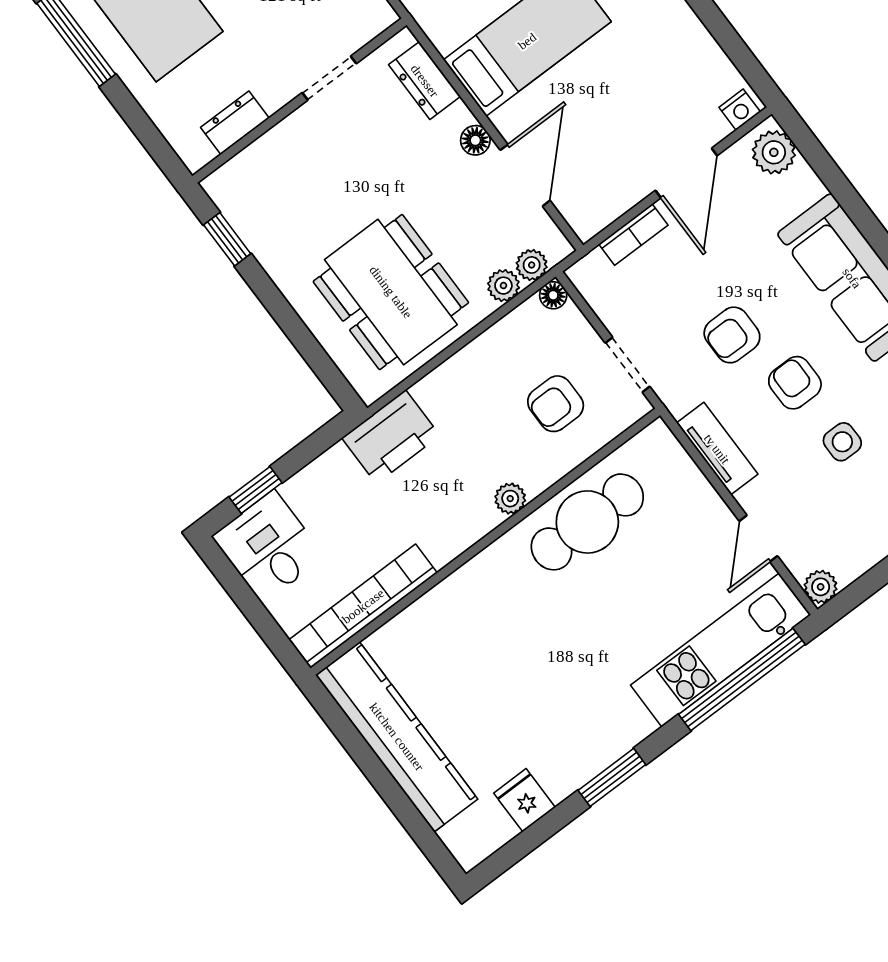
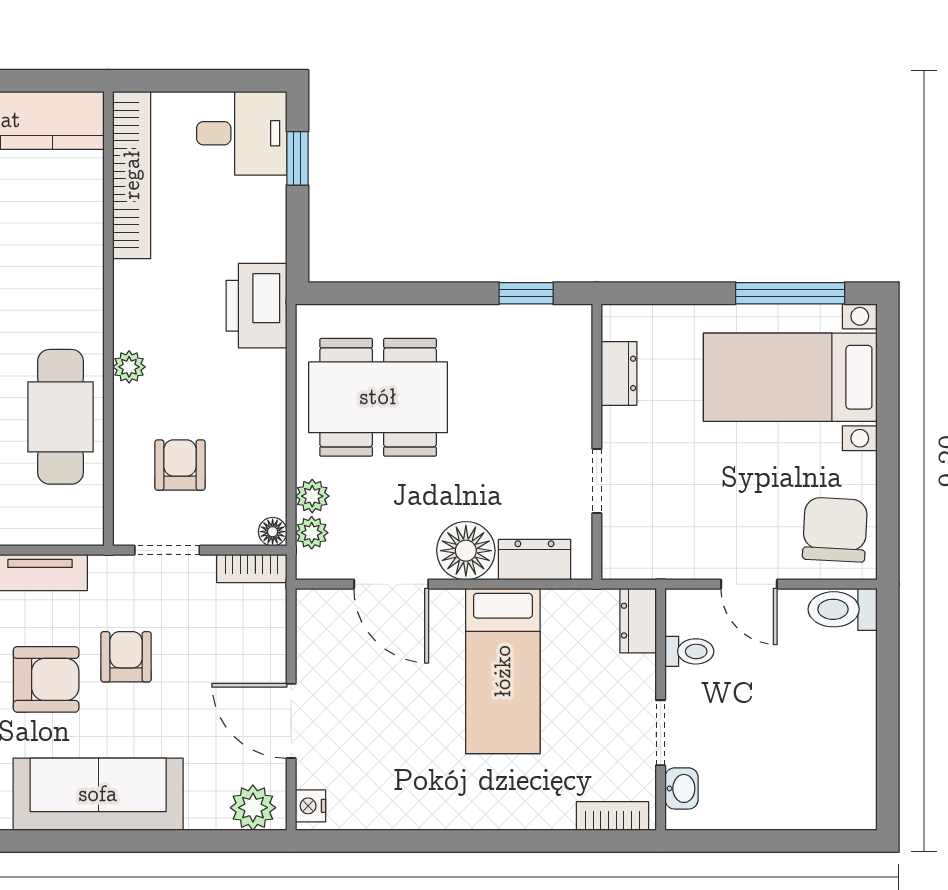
floor lamp: (475, 140) -> (466, 551), width x1.89, depth x1.89
bookcase: (633, 235) -> (252, 568), moved, turned -90
armchair: (795, 383) -> (46, 679), width x1.38, depth x1.38

